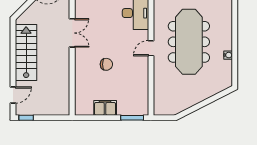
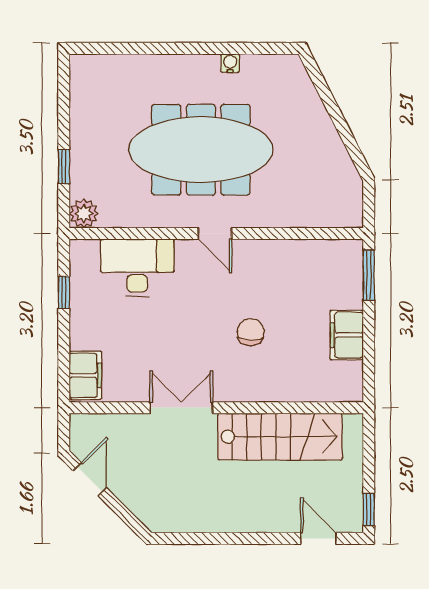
stairs: (26, 53) -> (280, 437), moved, turned 180

